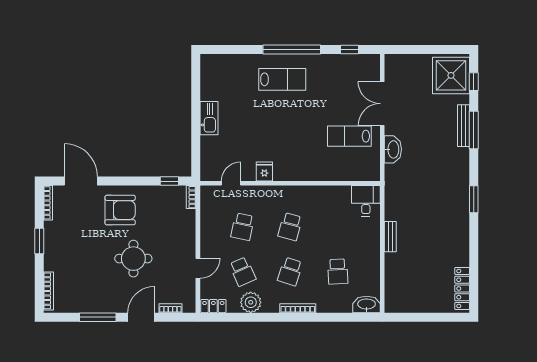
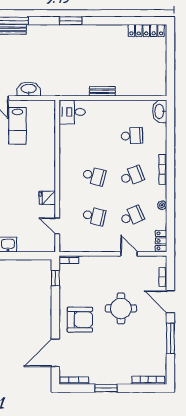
armchair: (120, 210) -> (80, 320), turned 90
school desk: (290, 272) -> (132, 176), turned -39
plant: (251, 302) -> (162, 205), width x0.53, depth x0.53

